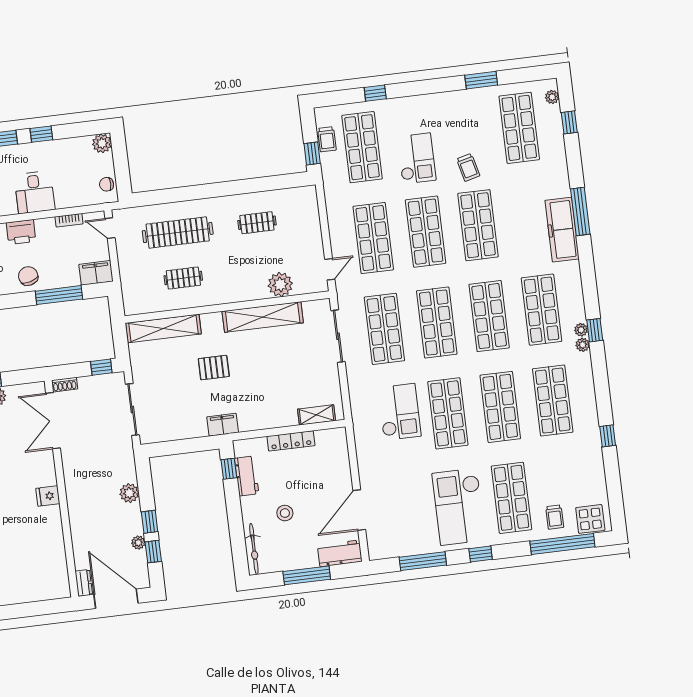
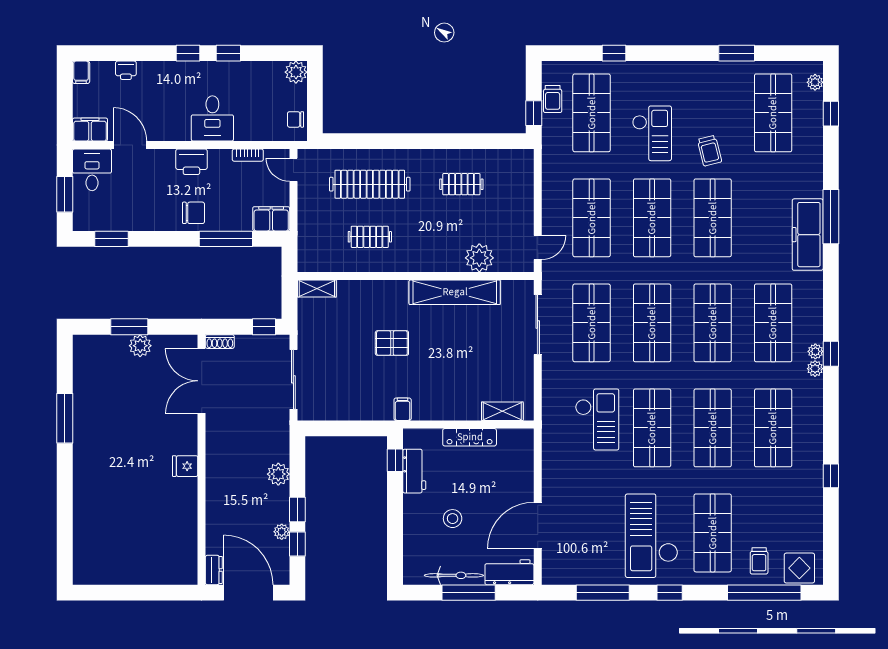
chair: (28, 276) -> (193, 213), turned 105
shelving: (163, 328) -> (317, 289), width x0.45, depth x0.75
filing cabinet: (223, 425) -> (403, 409), width x0.50
bicycle: (254, 549) -> (454, 575), moved, turned -90

